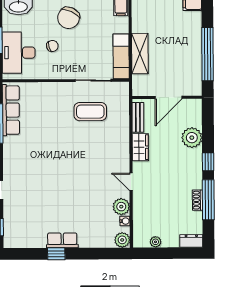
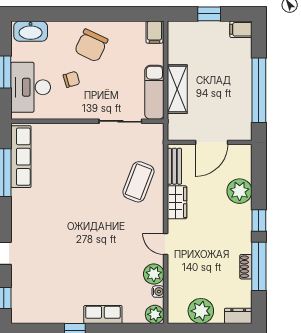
coffee table: (90, 112) -> (138, 182), moved, turned -69
row of seats: (62, 240) -> (103, 314), moved
plant: (156, 242) -> (201, 311), width x1.87, depth x1.87

